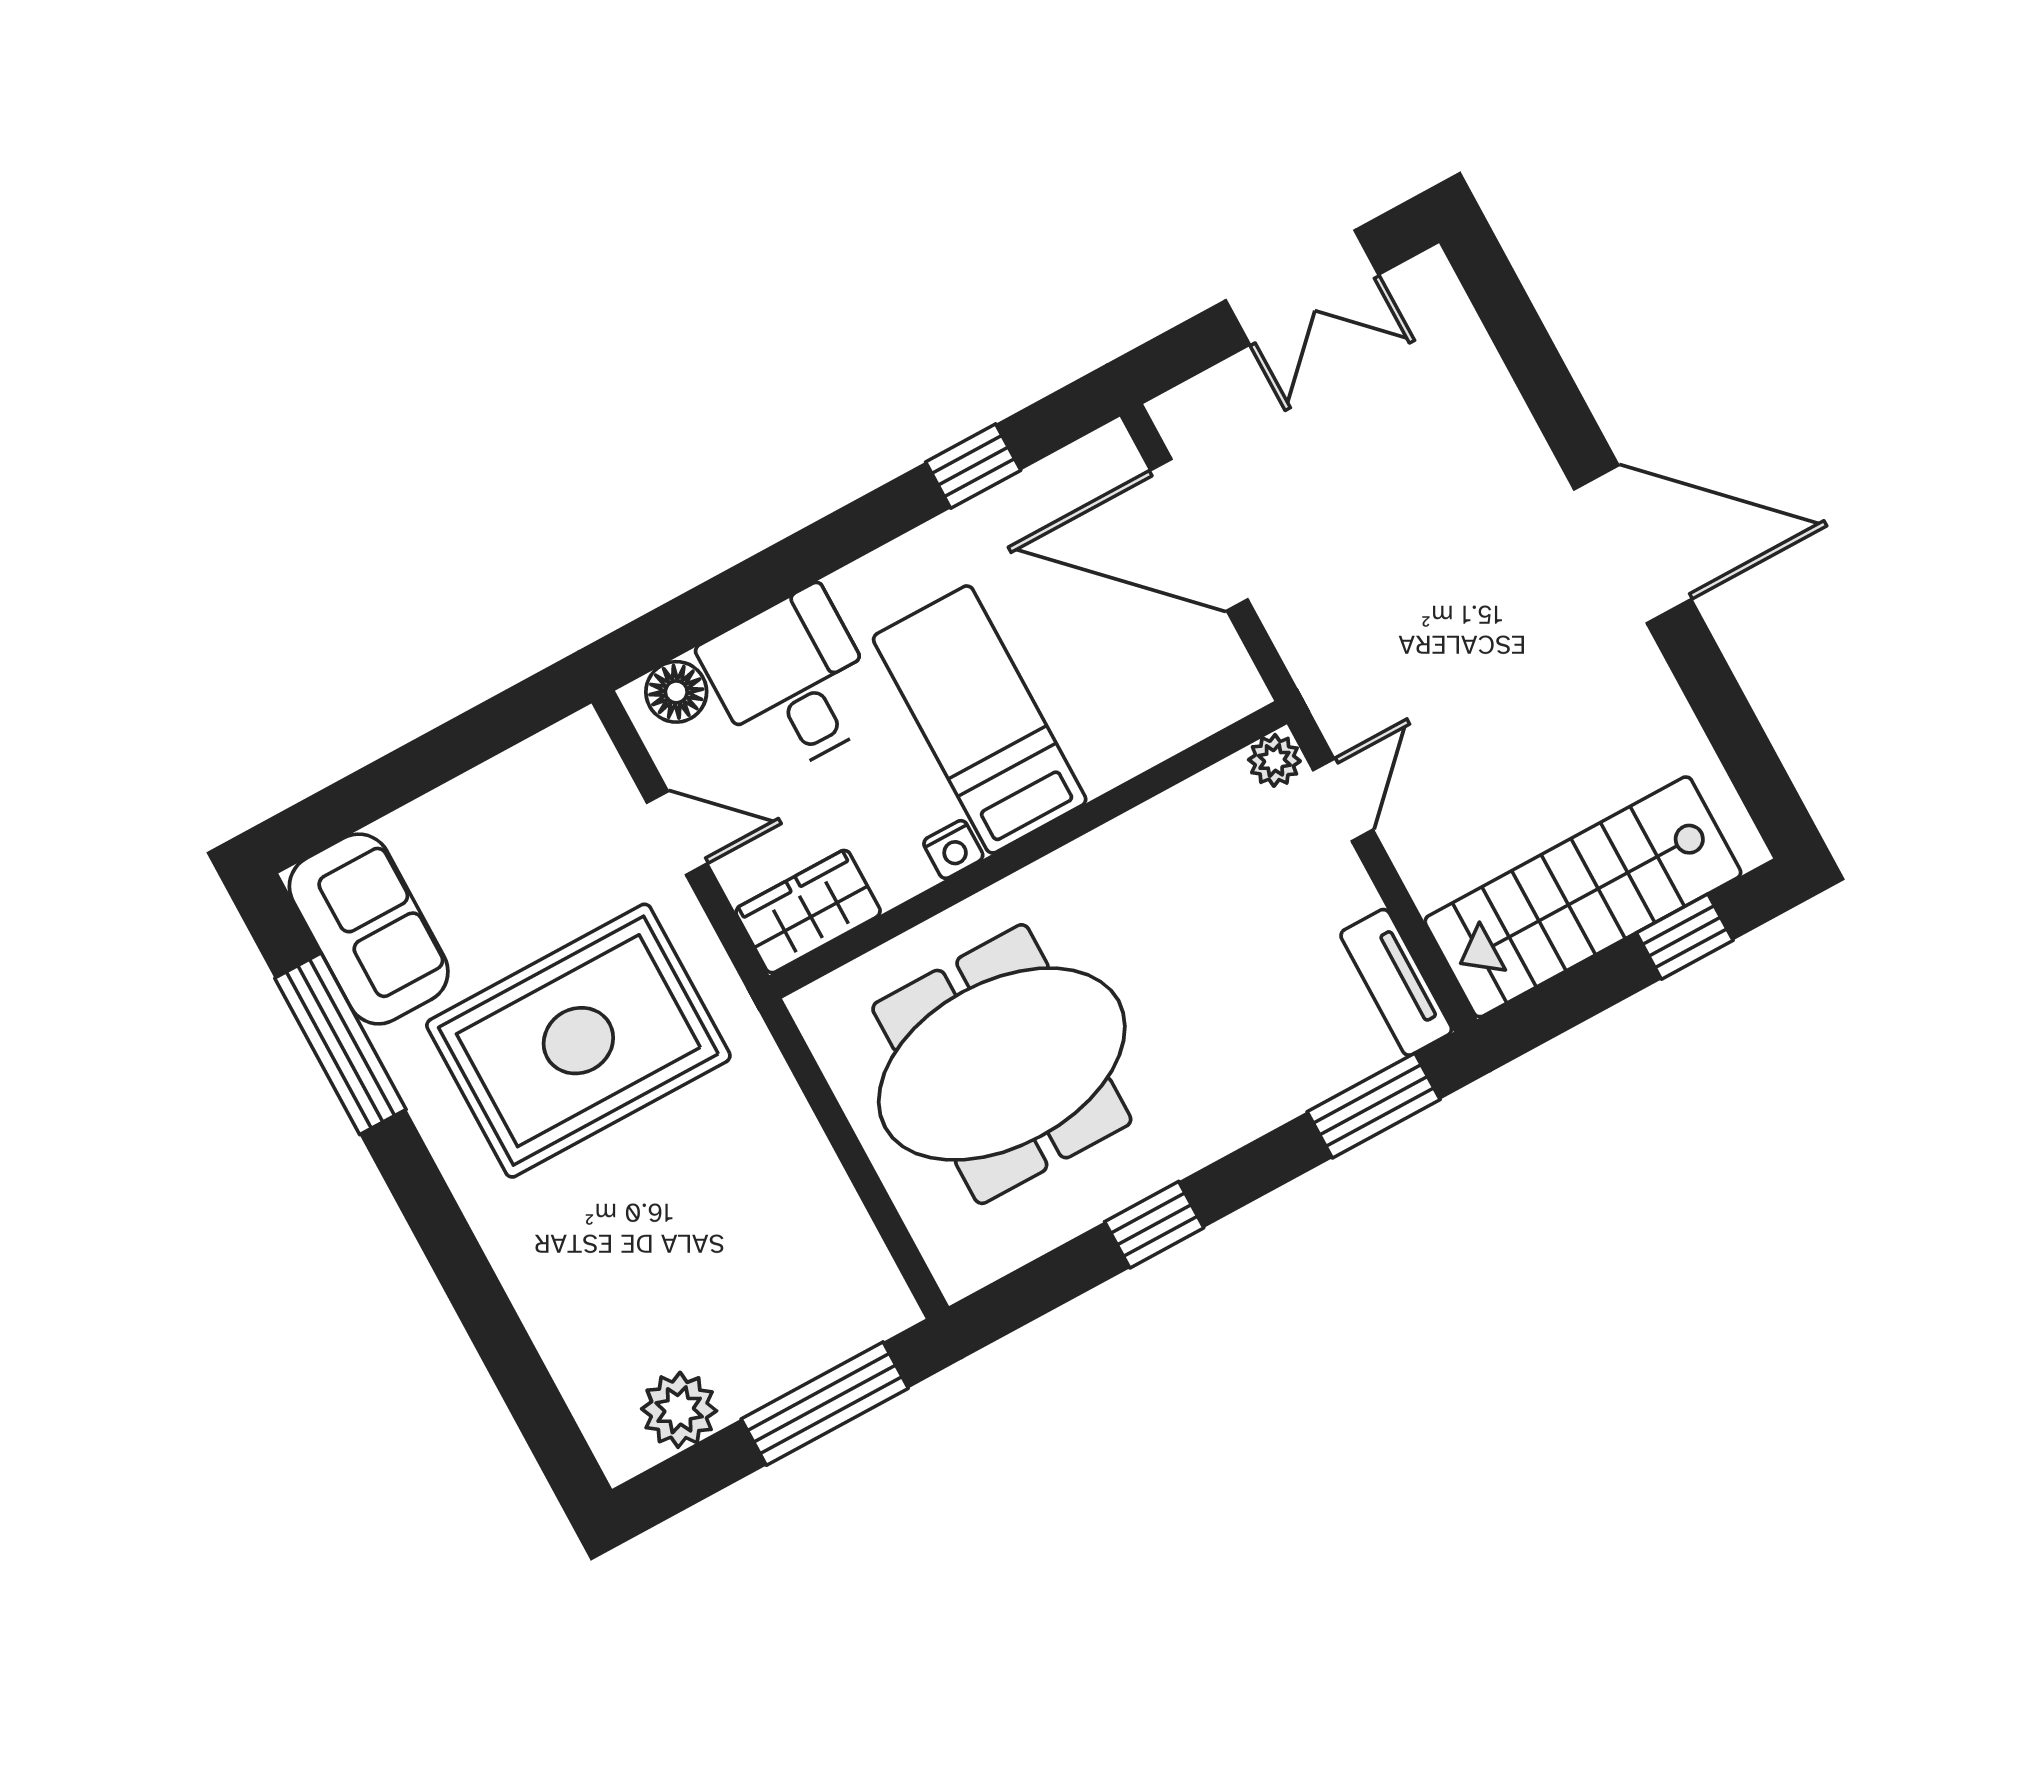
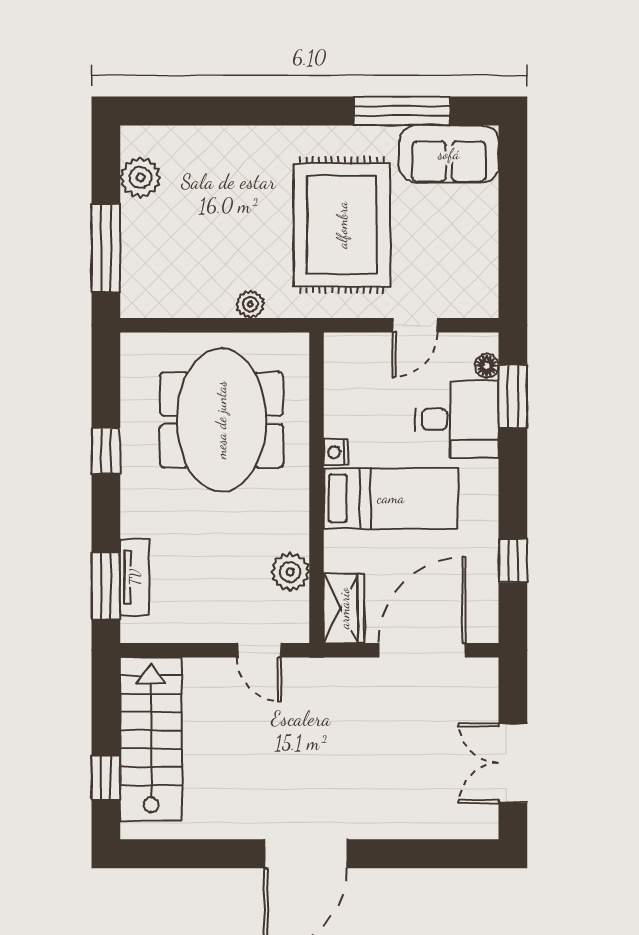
window: (706, 611) -> (513, 396), added
floor lamp: (676, 692) -> (487, 366), width x0.73, depth x0.73
plant: (1274, 760) -> (290, 572), moved, width x1.38, depth x1.38
wardrobe: (808, 912) -> (344, 608), moved
tv unit: (1396, 982) -> (135, 577), moved, turned 90
plant: (788, 1119) -> (250, 304), added

